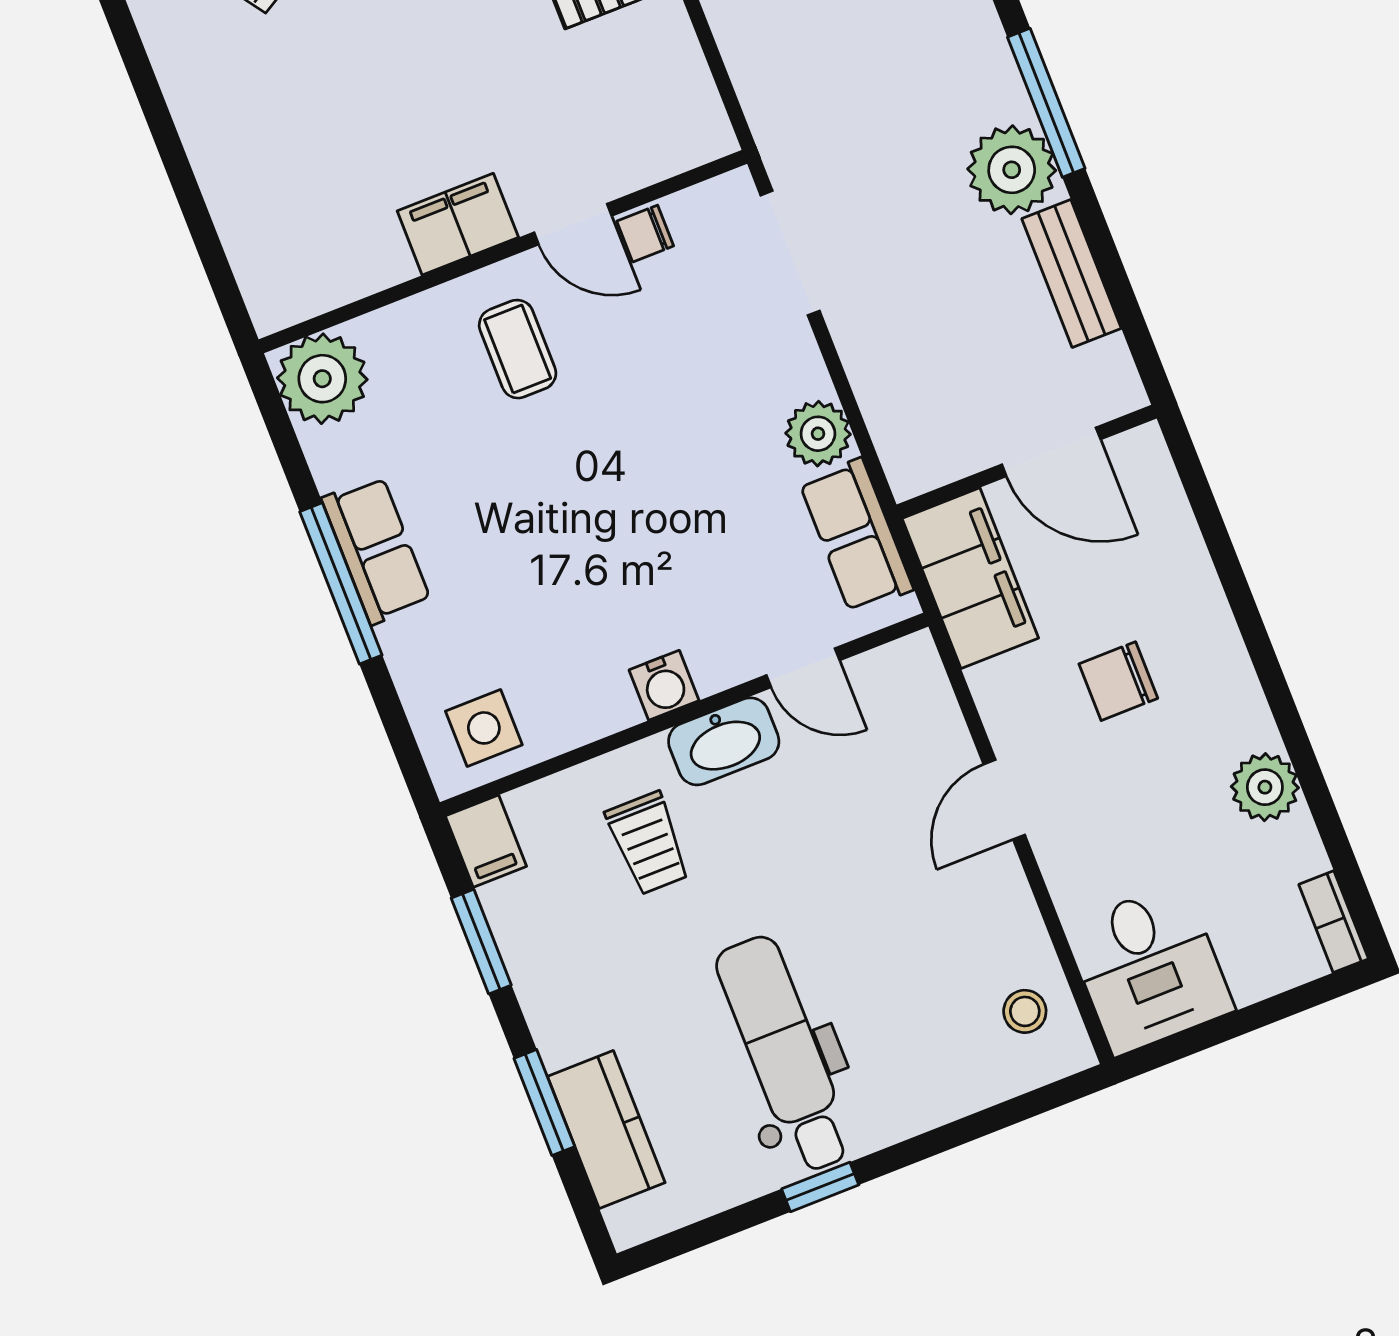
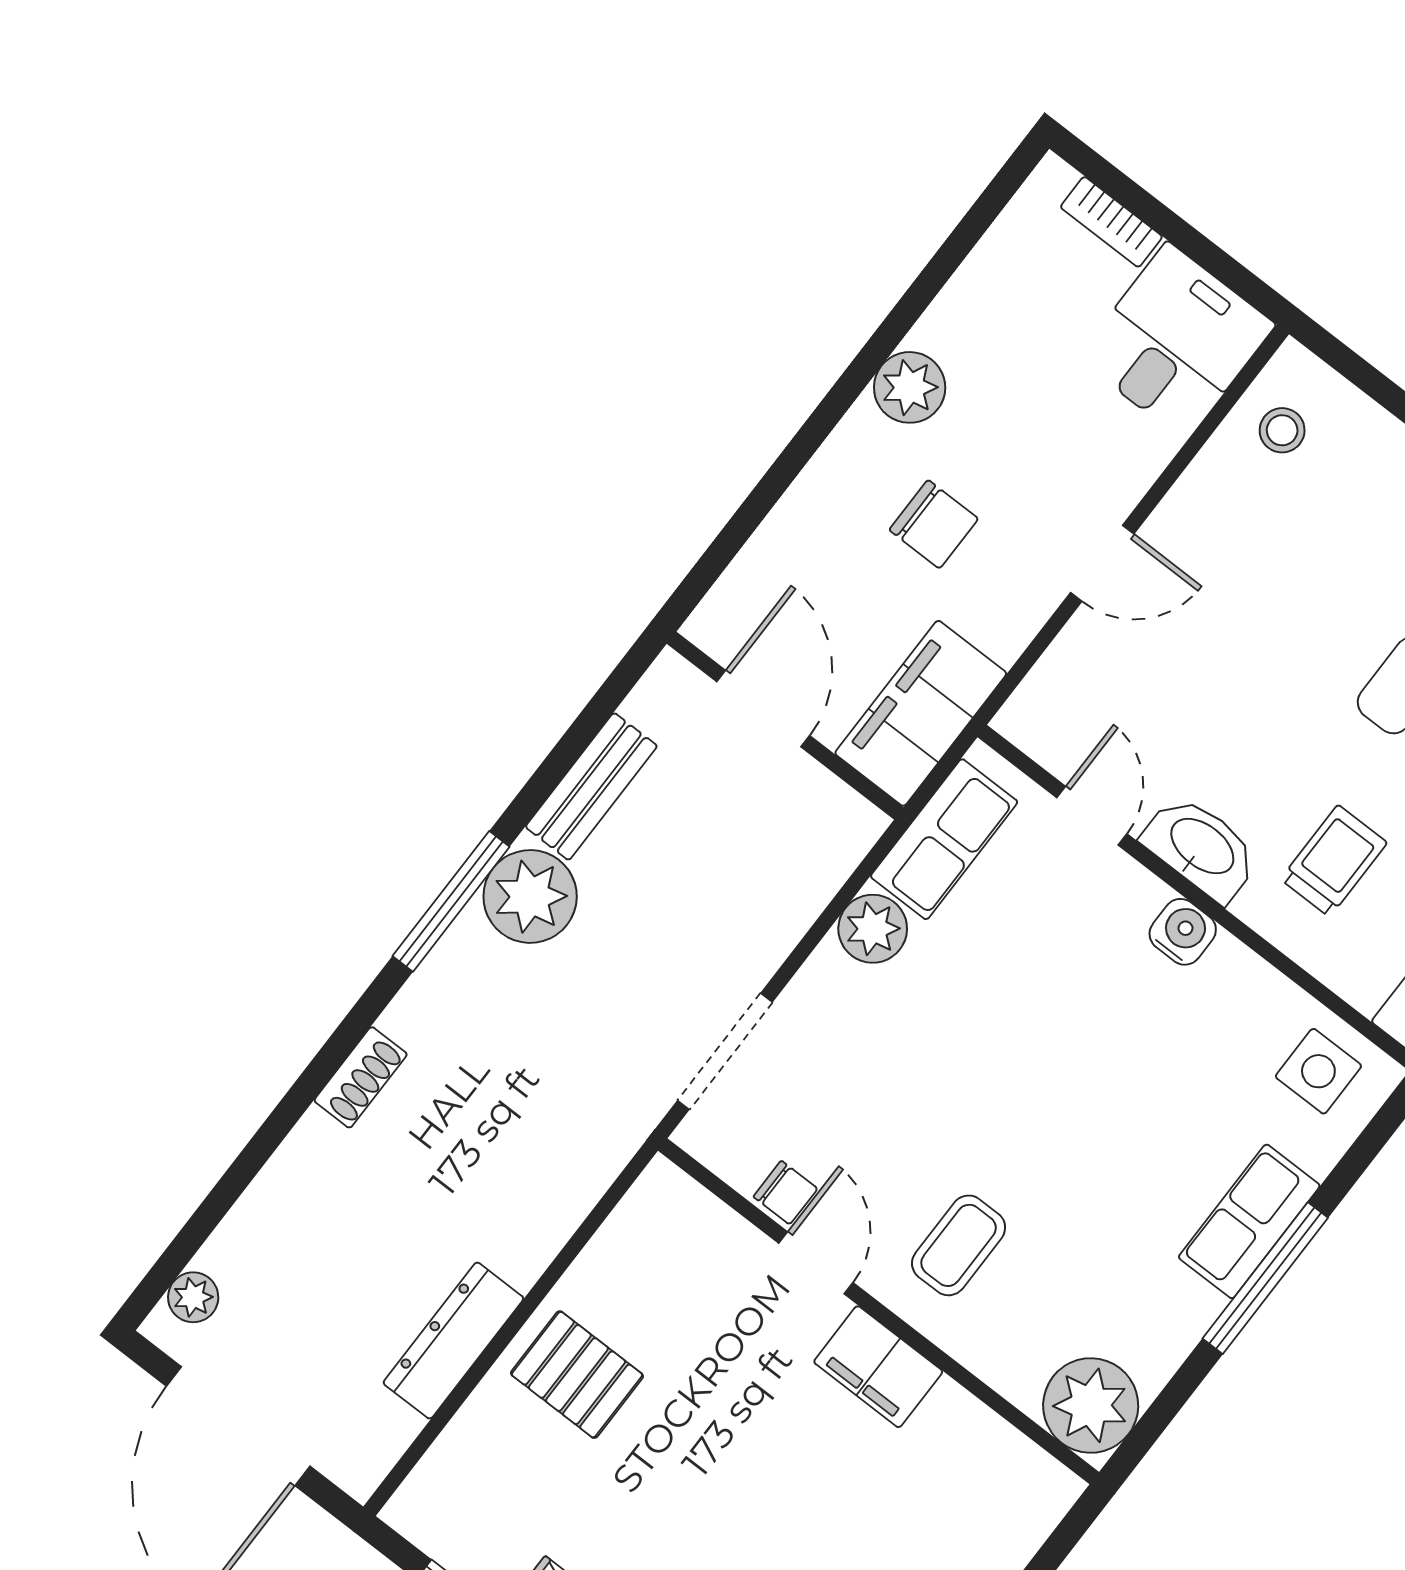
row of seats: (376, 550) -> (1249, 1221), moved
plant: (1265, 787) -> (910, 387), moved
bookcase: (1334, 922) -> (1111, 222), moved, turned 90

